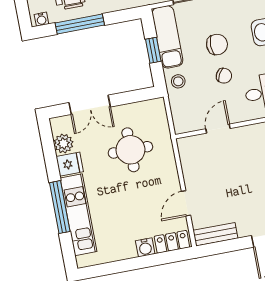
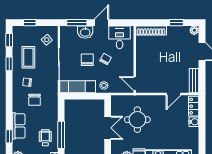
window: (153, 50) -> (84, 96), removed
double door: (90, 105) -> (108, 128), moved
door: (218, 129) -> (135, 84), moved
door: (186, 203) -> (174, 94), hinge flipped

